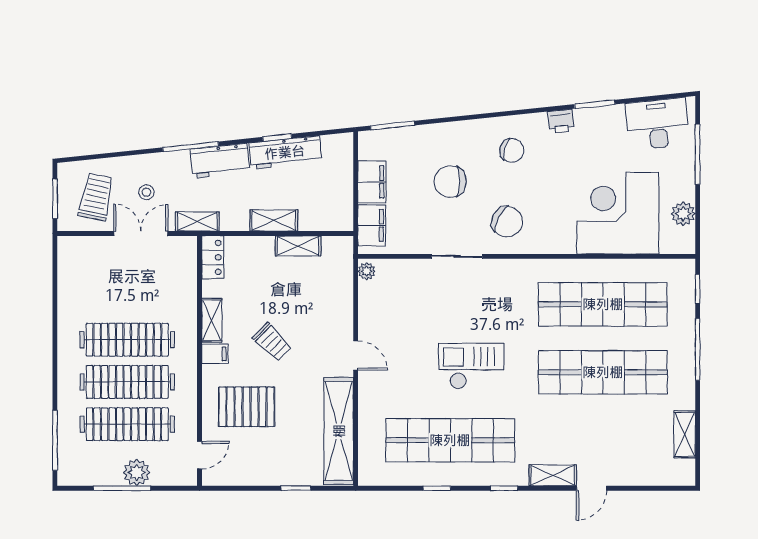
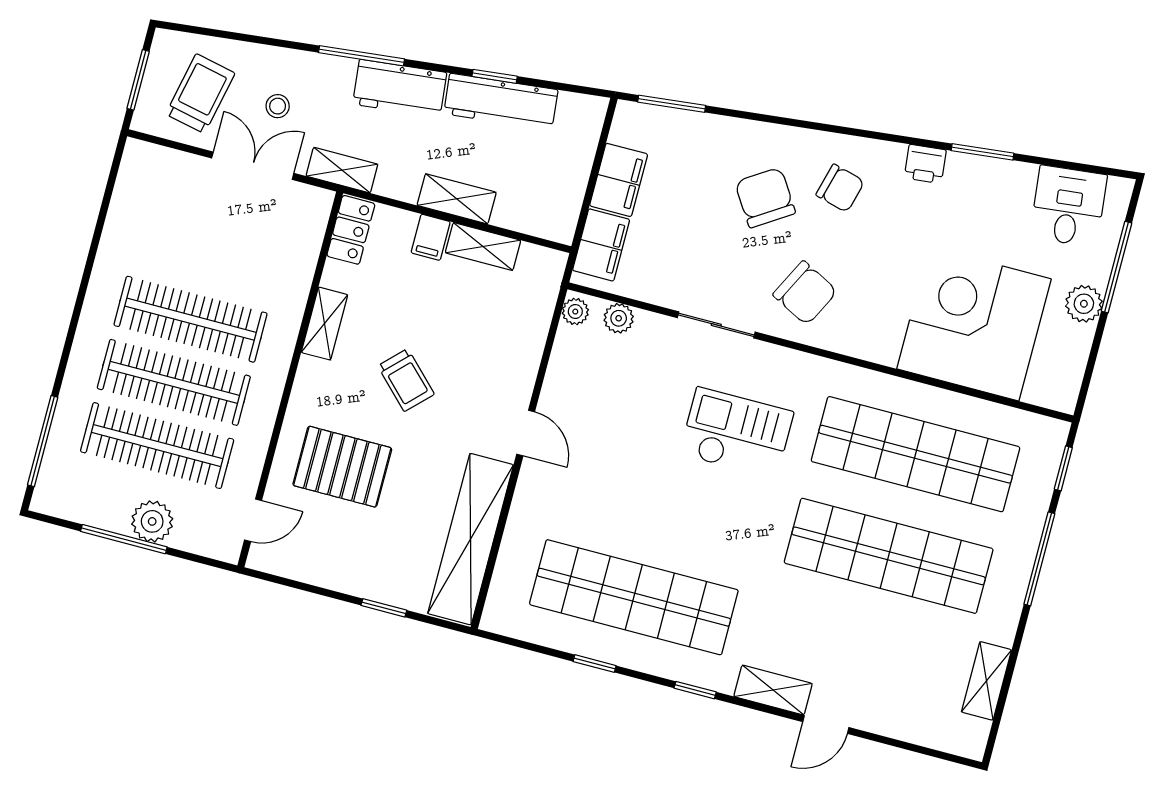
desk: (657, 124) -> (1068, 206), width x0.73
chair: (450, 182) -> (765, 198), moved, turned 57
plant: (683, 214) -> (1084, 304), moved
plant: (395, 268) -> (619, 318), added
filing cabinet: (215, 354) -> (431, 237), moved, turned 90
checkout: (471, 366) -> (737, 433), moved

